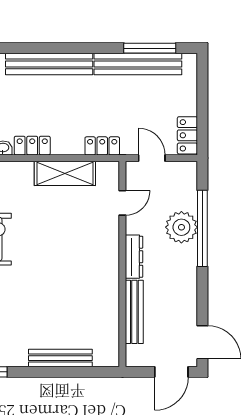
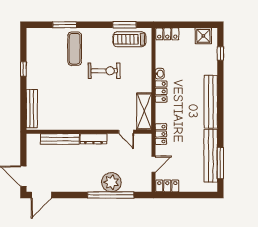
door: (122, 203) -> (126, 132), moved
dresser: (134, 257) -> (93, 139), moved
wall: (122, 264) -> (89, 132), moved
bench: (134, 312) -> (60, 139), moved

